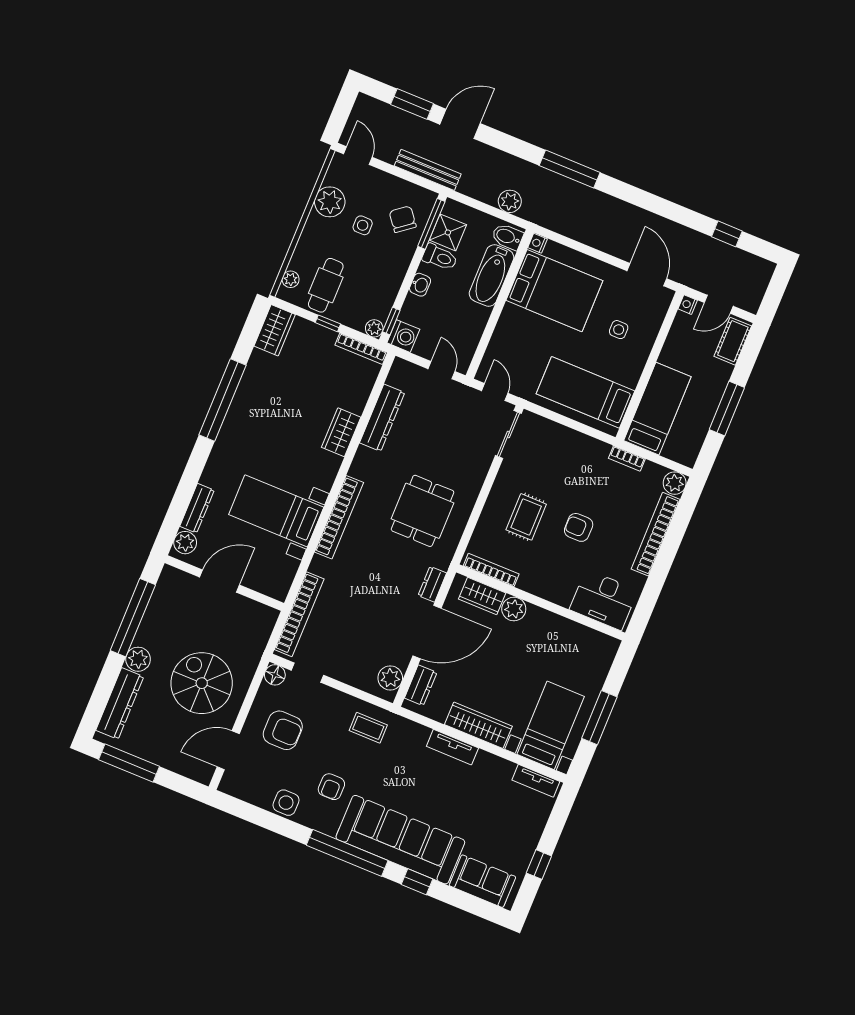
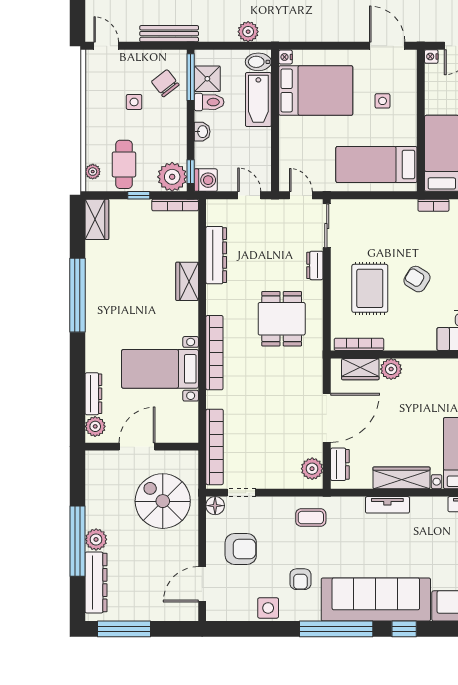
plant: (330, 202) -> (99, 94), removed
plant: (374, 328) -> (172, 177), width x1.88, depth x1.88
rug: (526, 517) -> (370, 288), width x1.36, depth x1.43
armchair: (579, 527) -> (417, 279), turned 32
dresser: (432, 584) -> (315, 265), moved
window: (133, 618) -> (77, 541), moved
spiral stairs: (202, 683) -> (163, 501), moved

